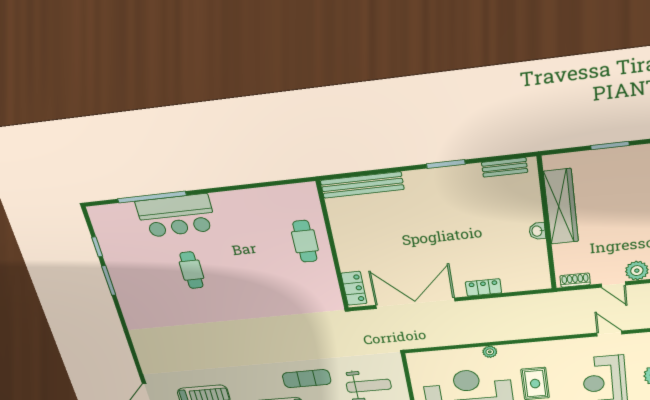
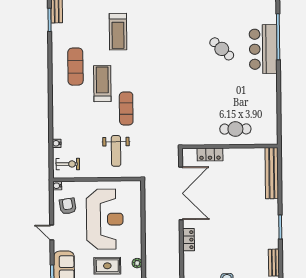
cafe table: (192, 270) -> (222, 49), turned 43
locker: (354, 288) -> (210, 154), moved
plant: (490, 352) -> (137, 263), moved

